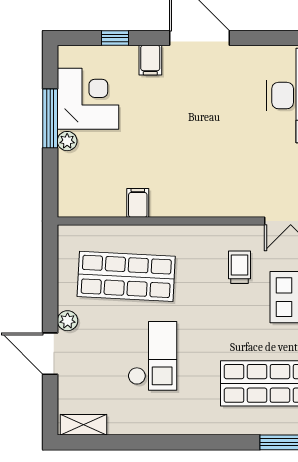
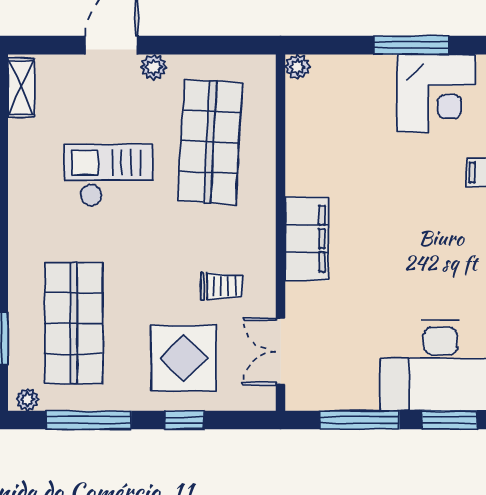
plant: (67, 141) -> (298, 67), moved
filing cabinet: (138, 203) -> (307, 239), moved, width x3.00, depth x1.17
checkout: (152, 356) -> (109, 175), turned 180

